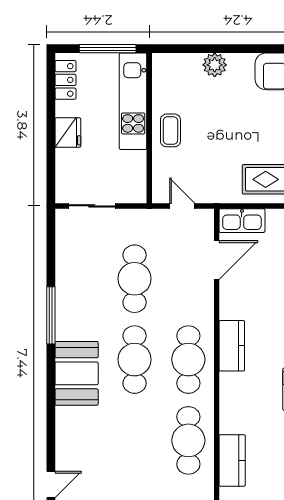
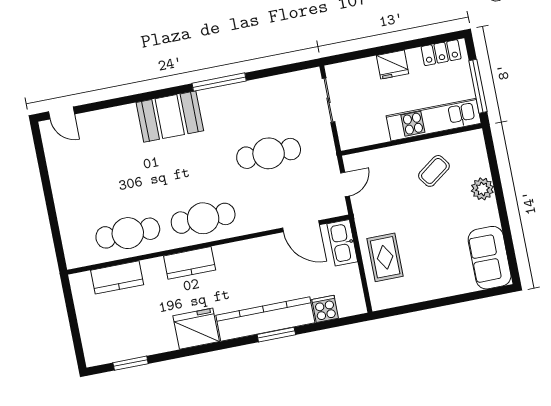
coffee table: (170, 130) -> (434, 171), moved, turned -36
kitchen counter: (232, 346) -> (190, 263), moved
cafe table: (135, 360) -> (193, 168), removed

